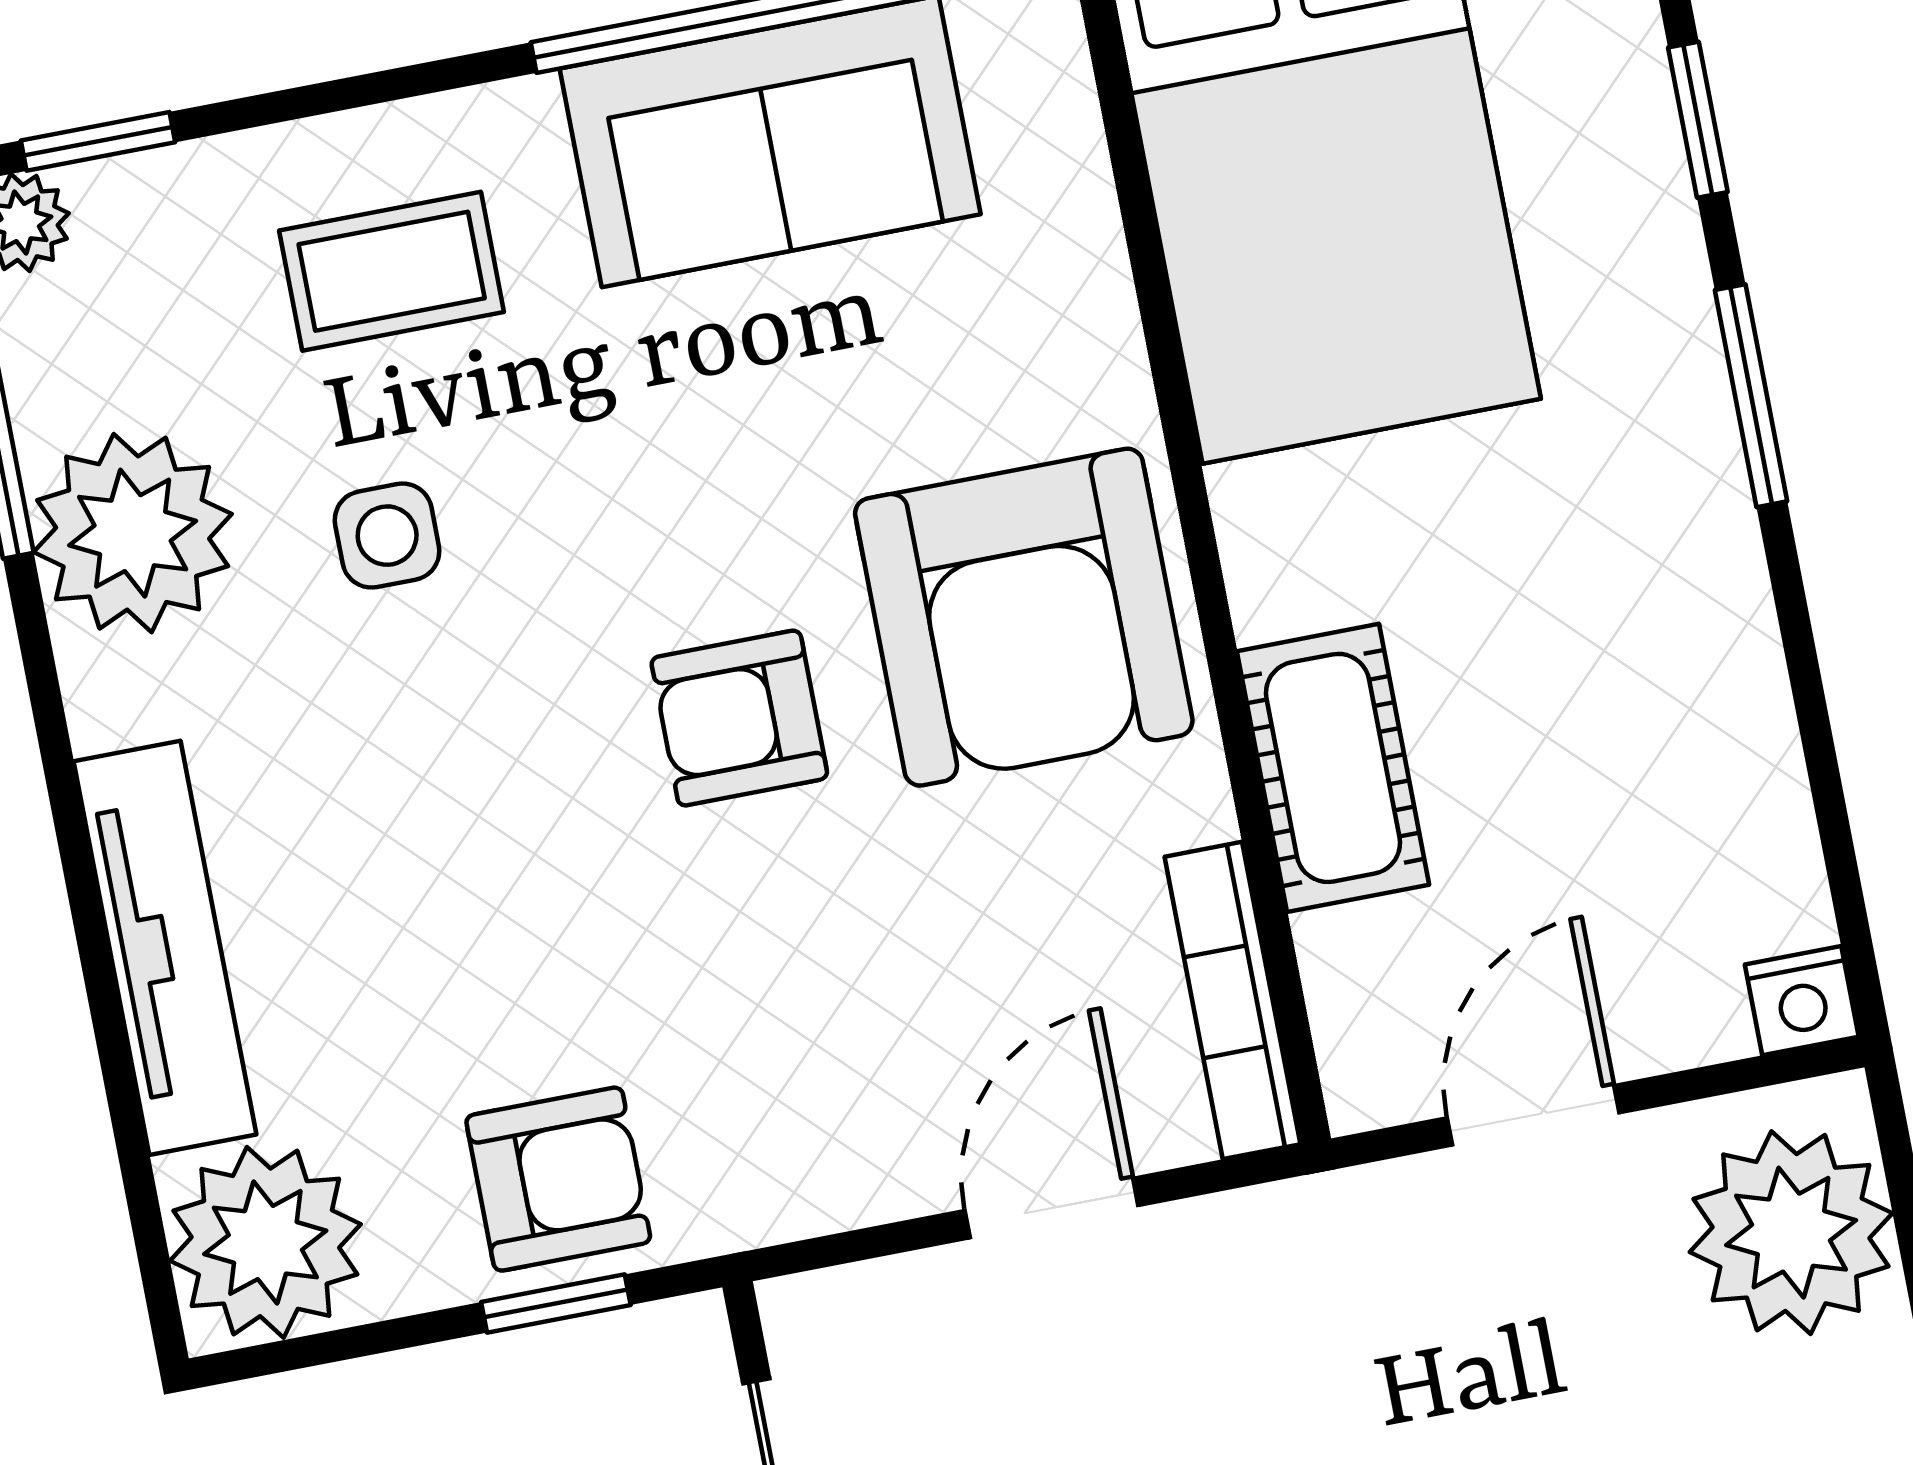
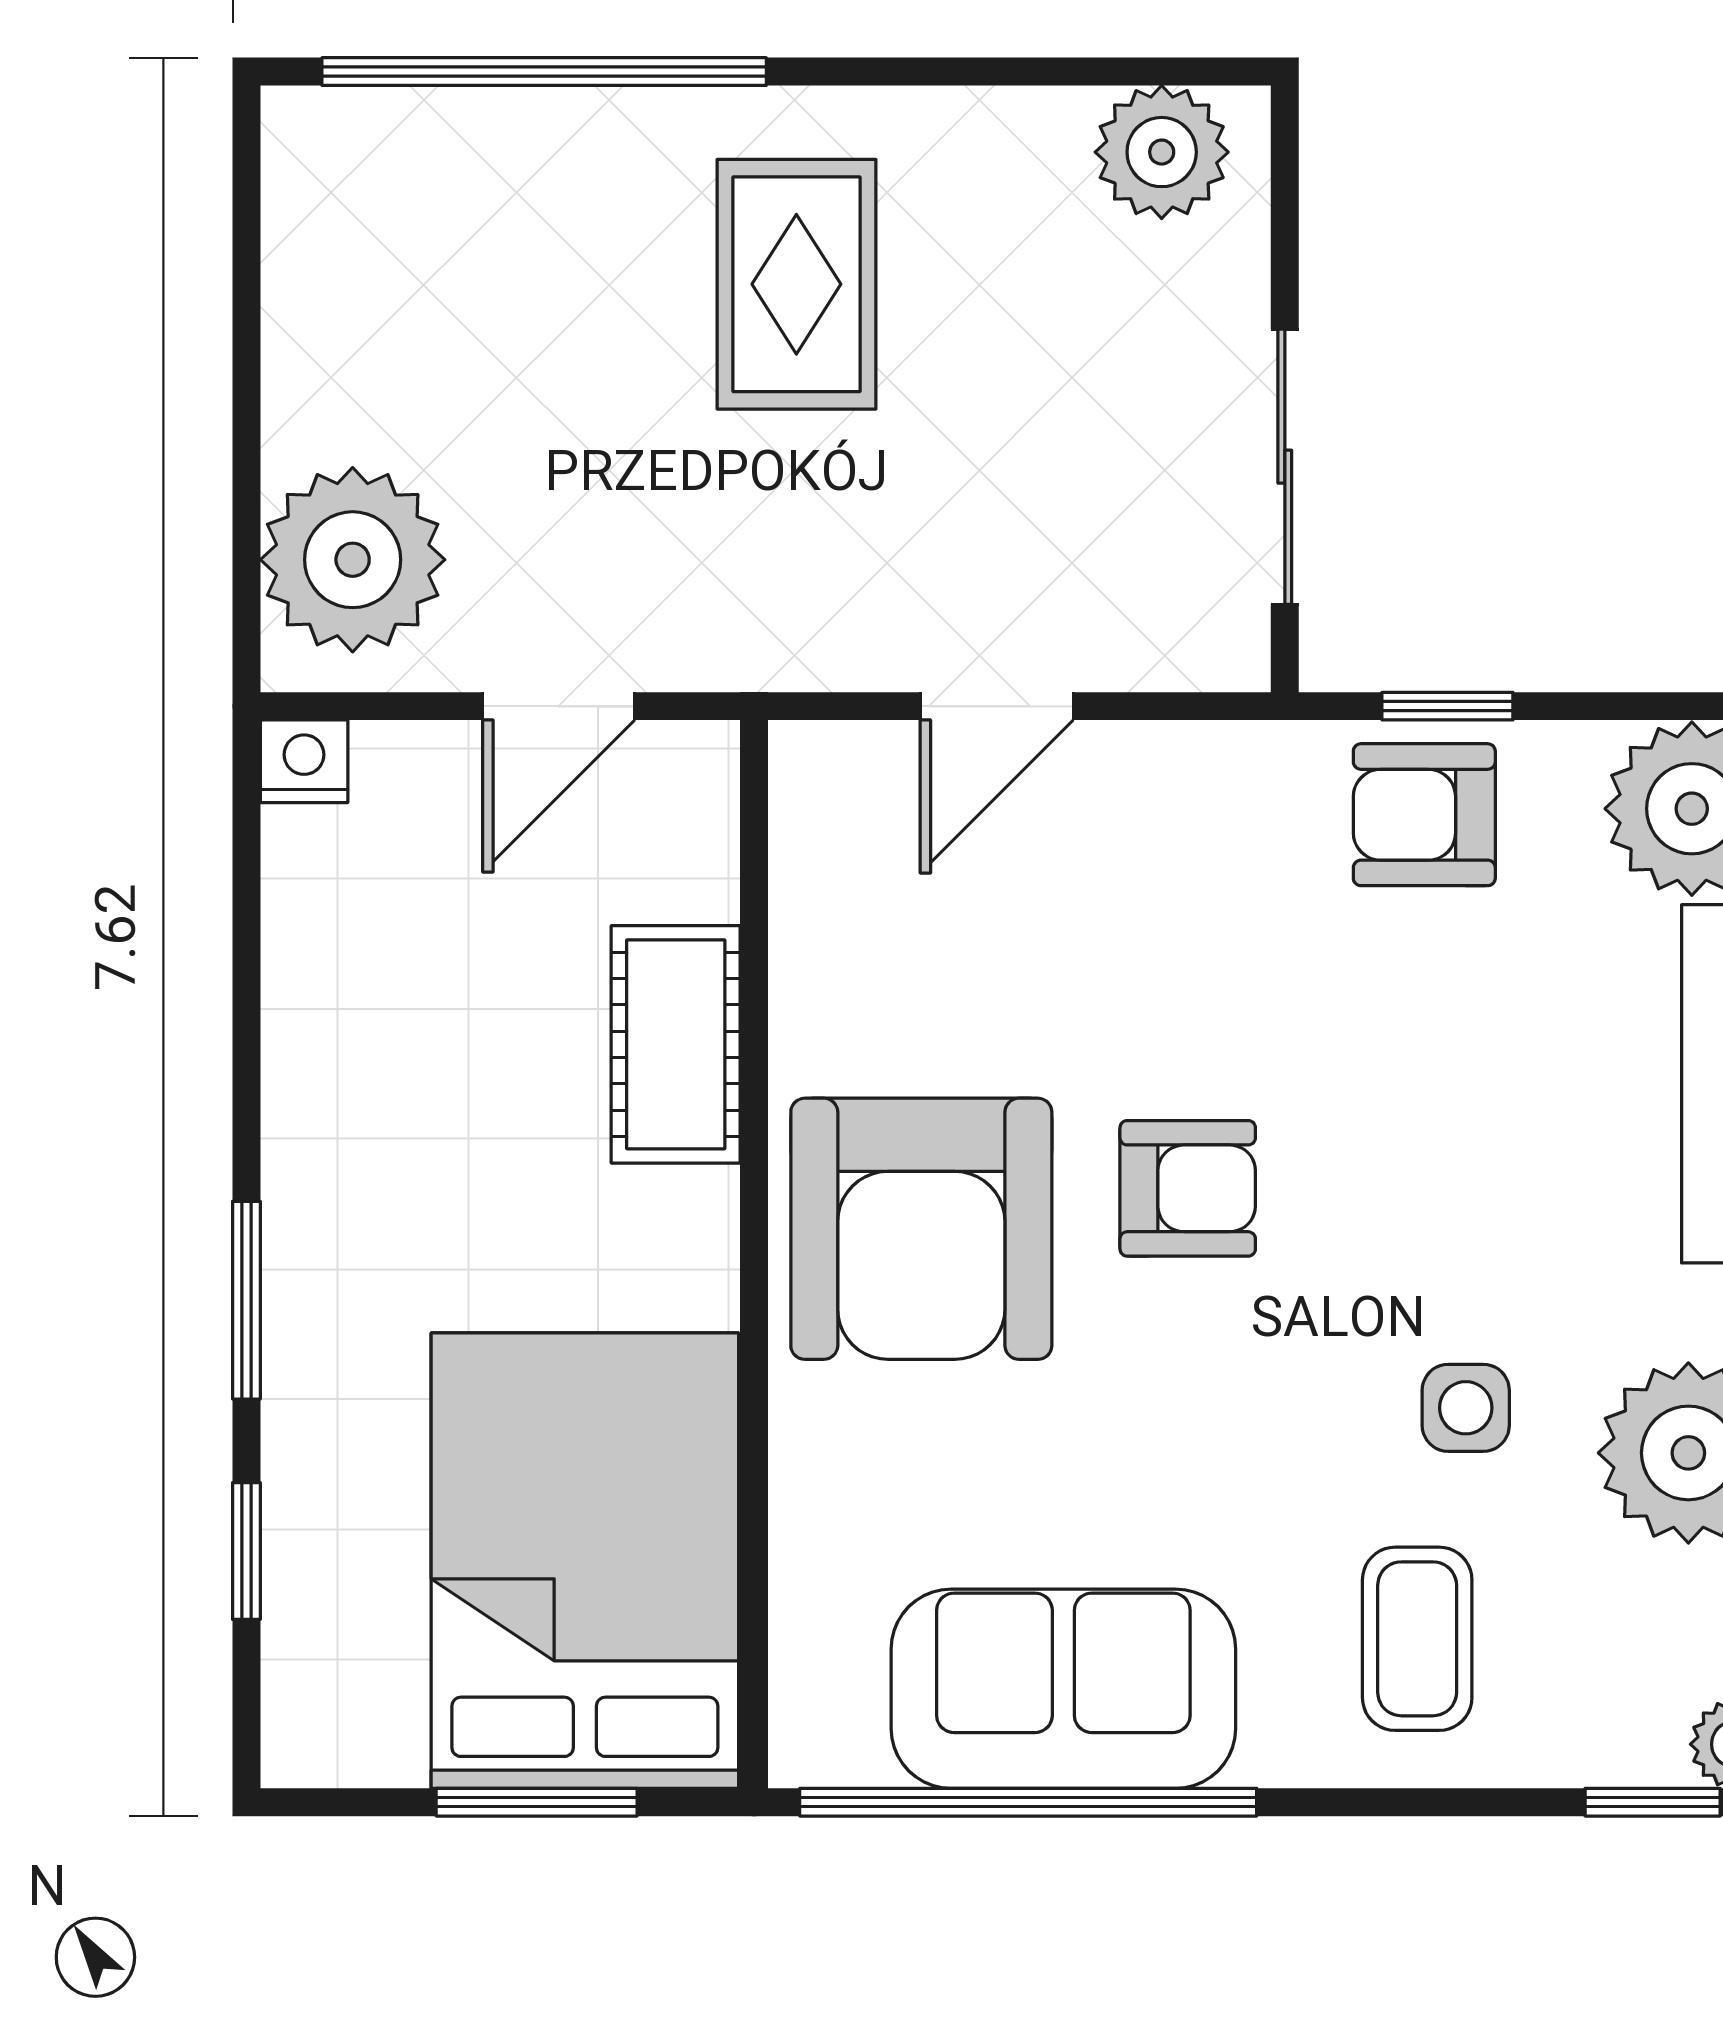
coffee table: (392, 271) -> (1417, 1639), turned 90
armchair: (1024, 617) -> (921, 1229), turned 180
bookcase: (1232, 1000) -> (803, 858), removed

